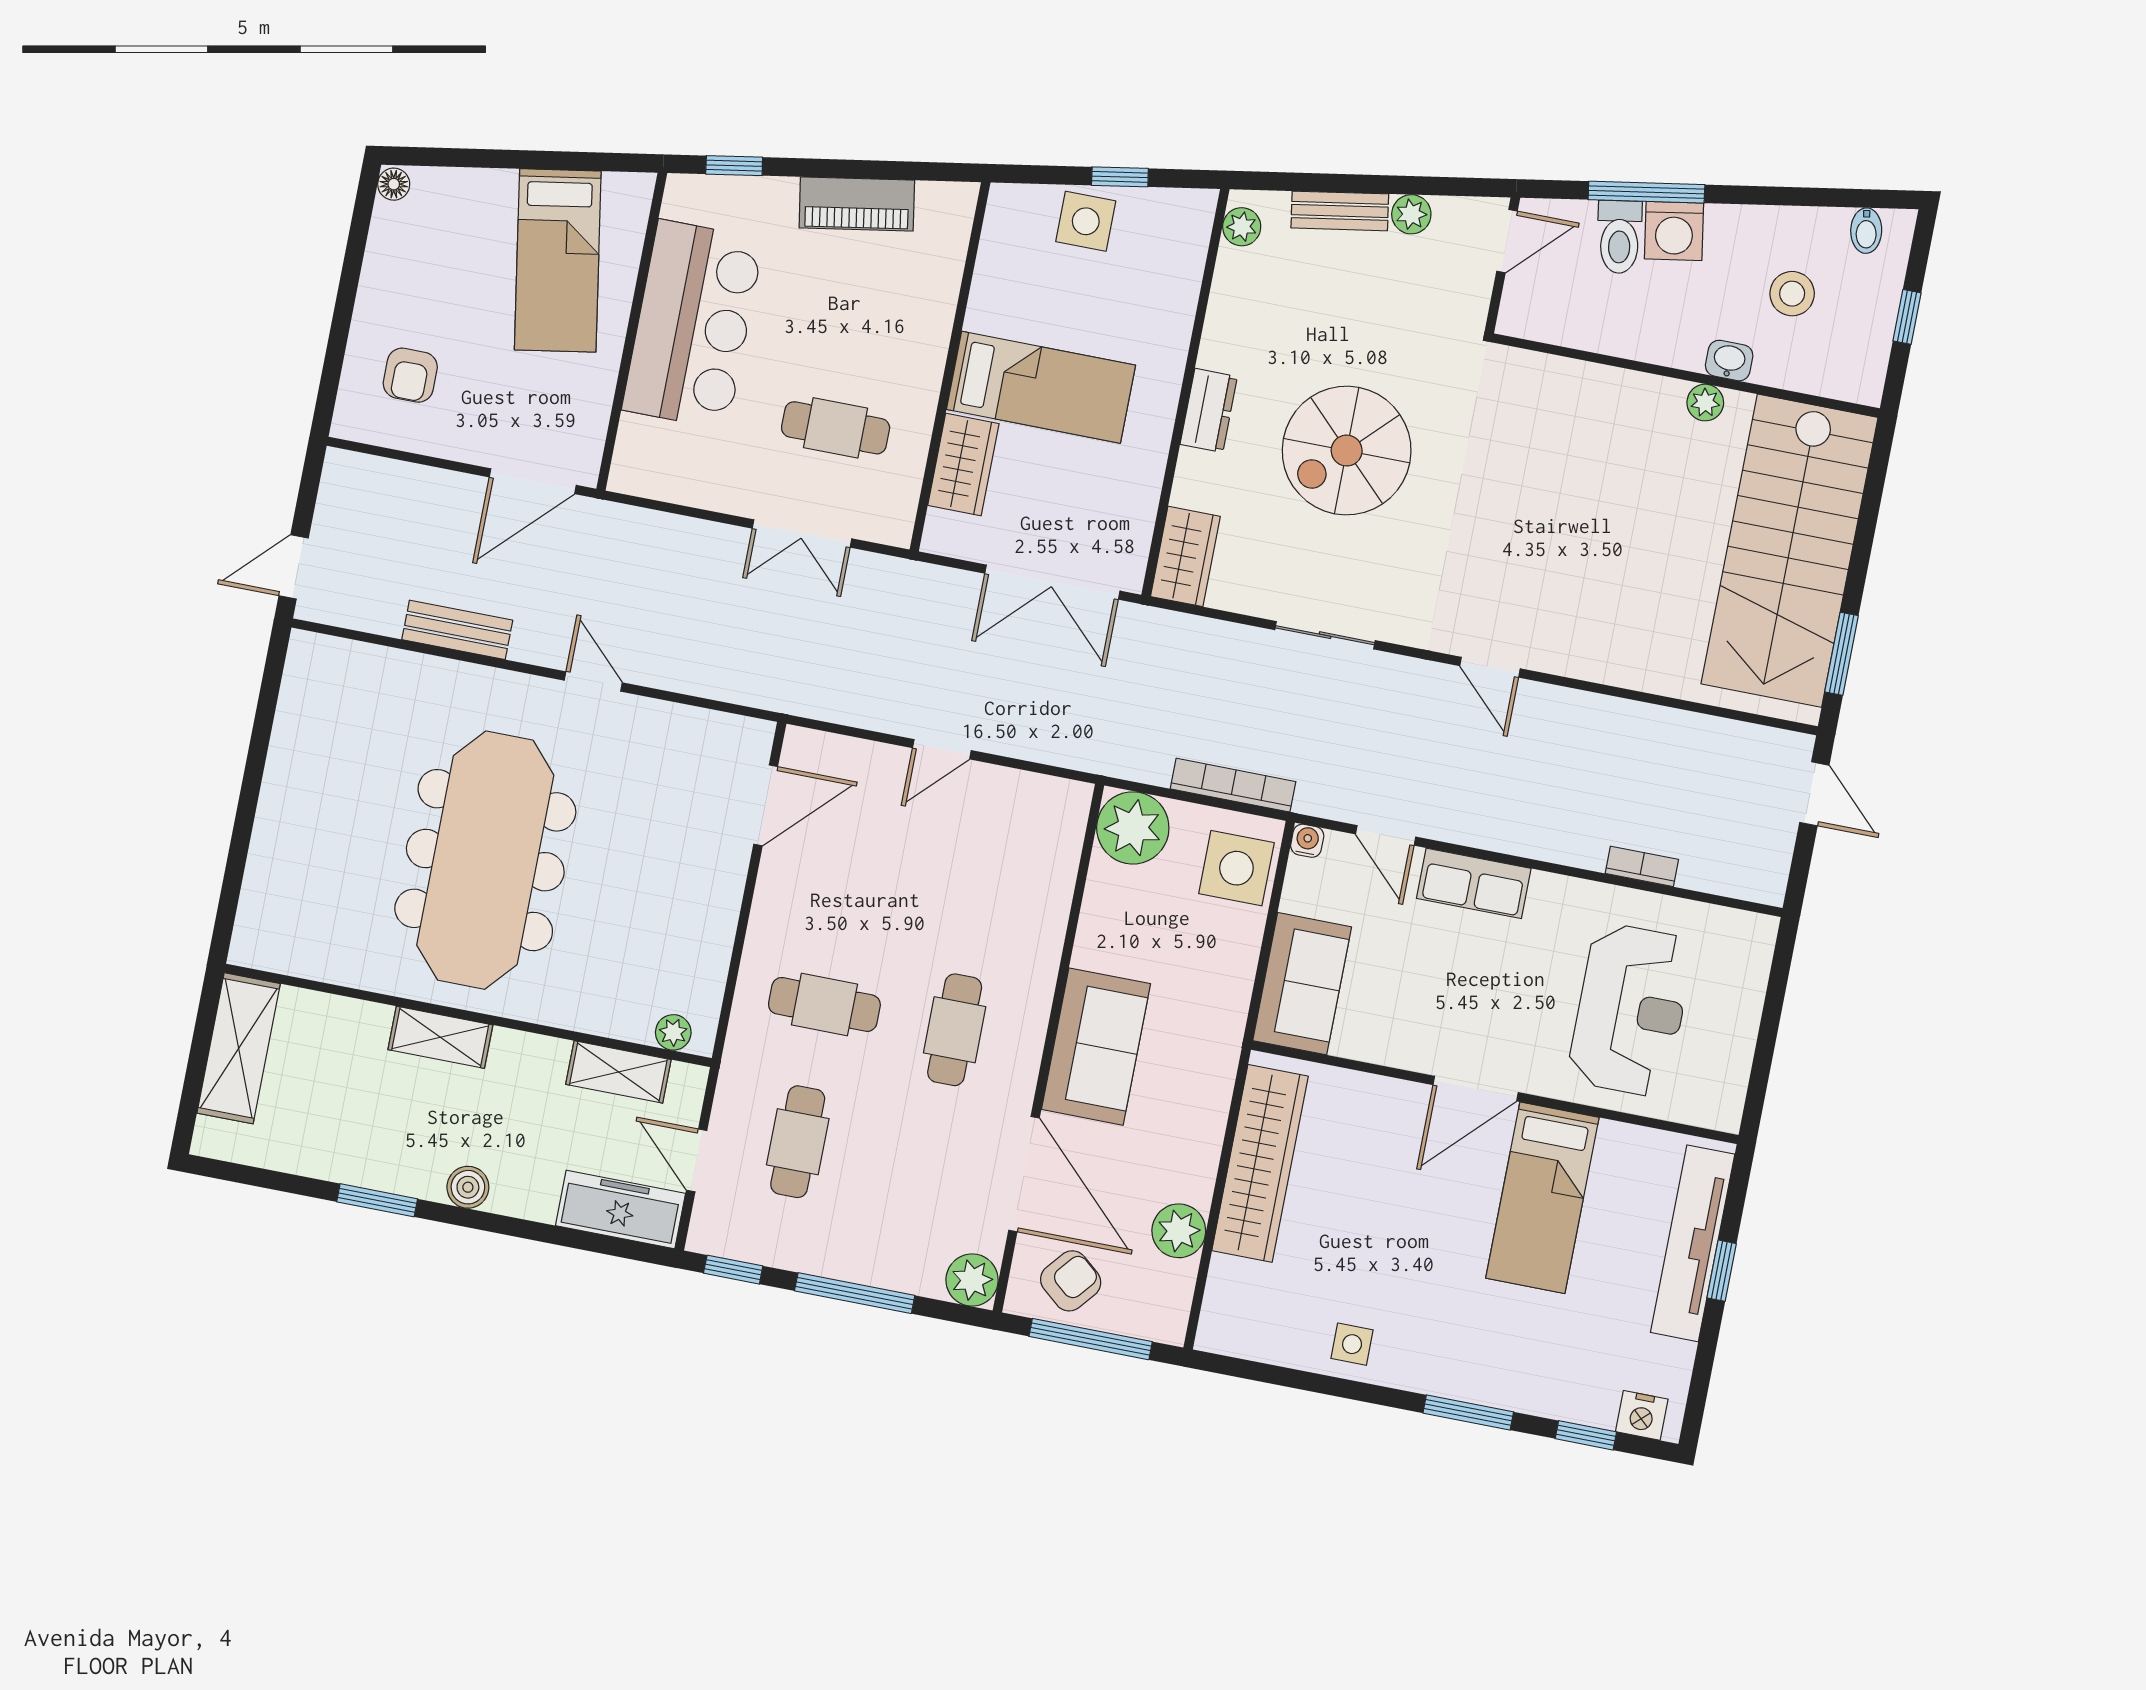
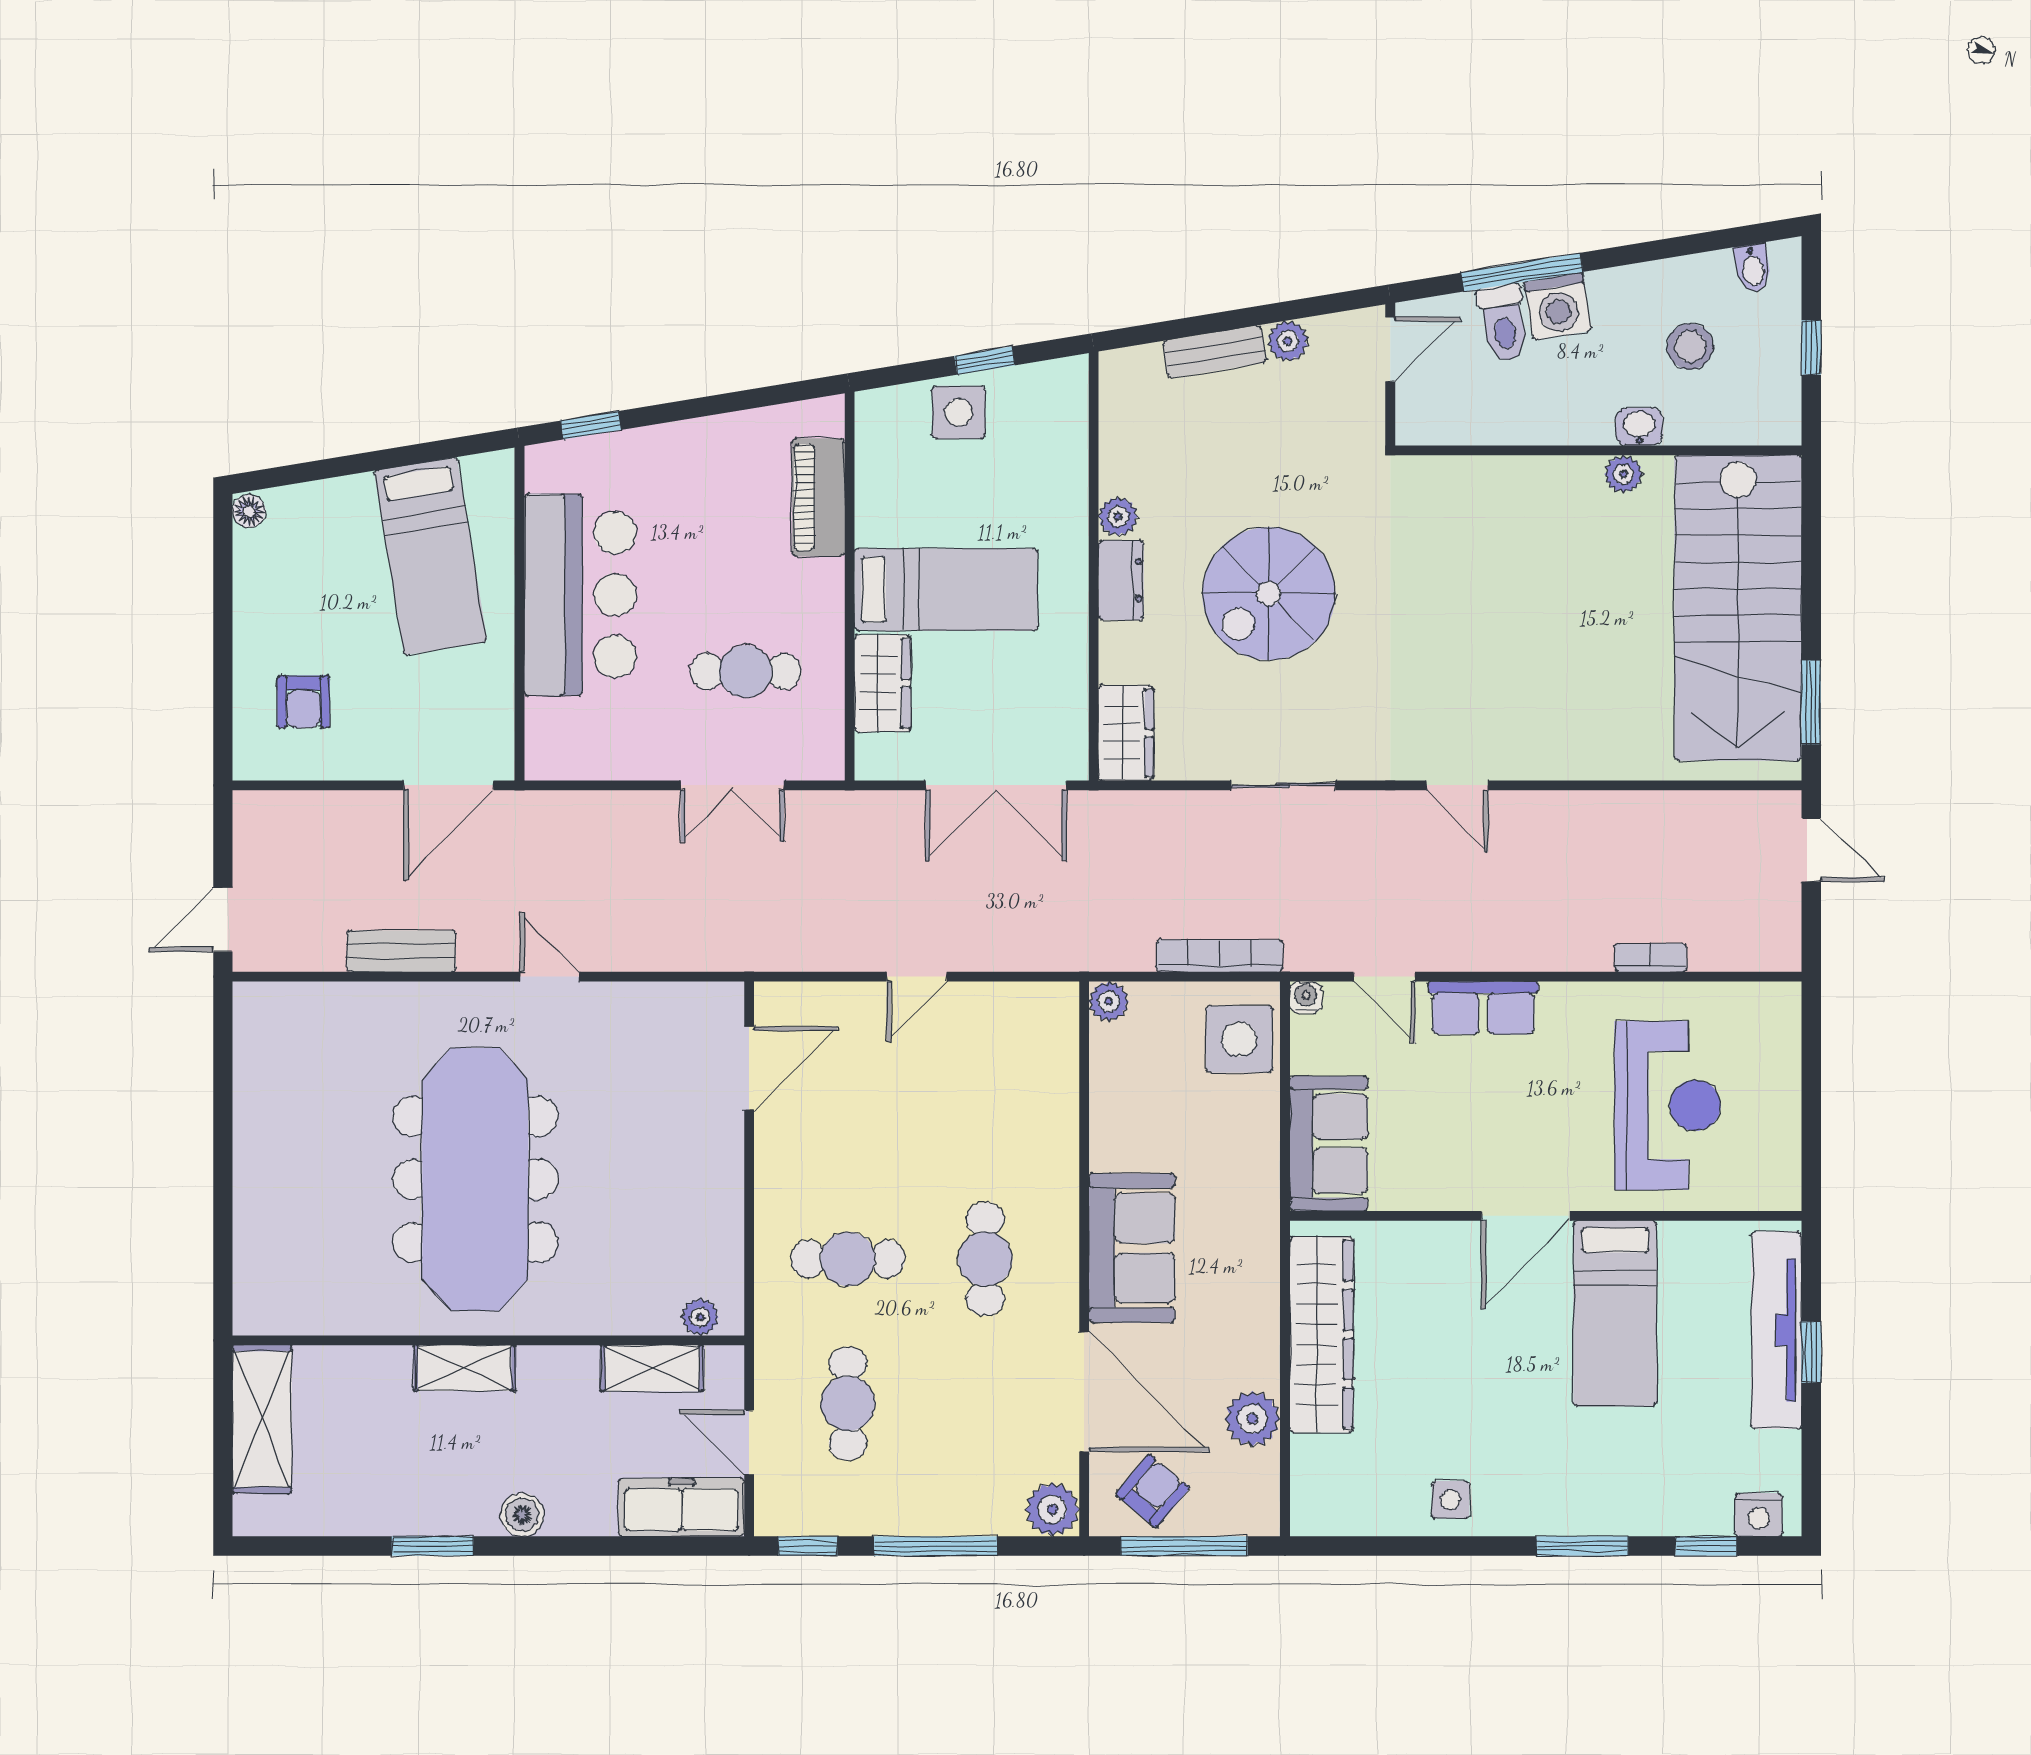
piano: (857, 204) -> (818, 497), moved, turned 99
plant: (1242, 227) -> (1118, 516), moved
plant: (1133, 828) -> (1109, 1001), width x0.53, depth x0.53

